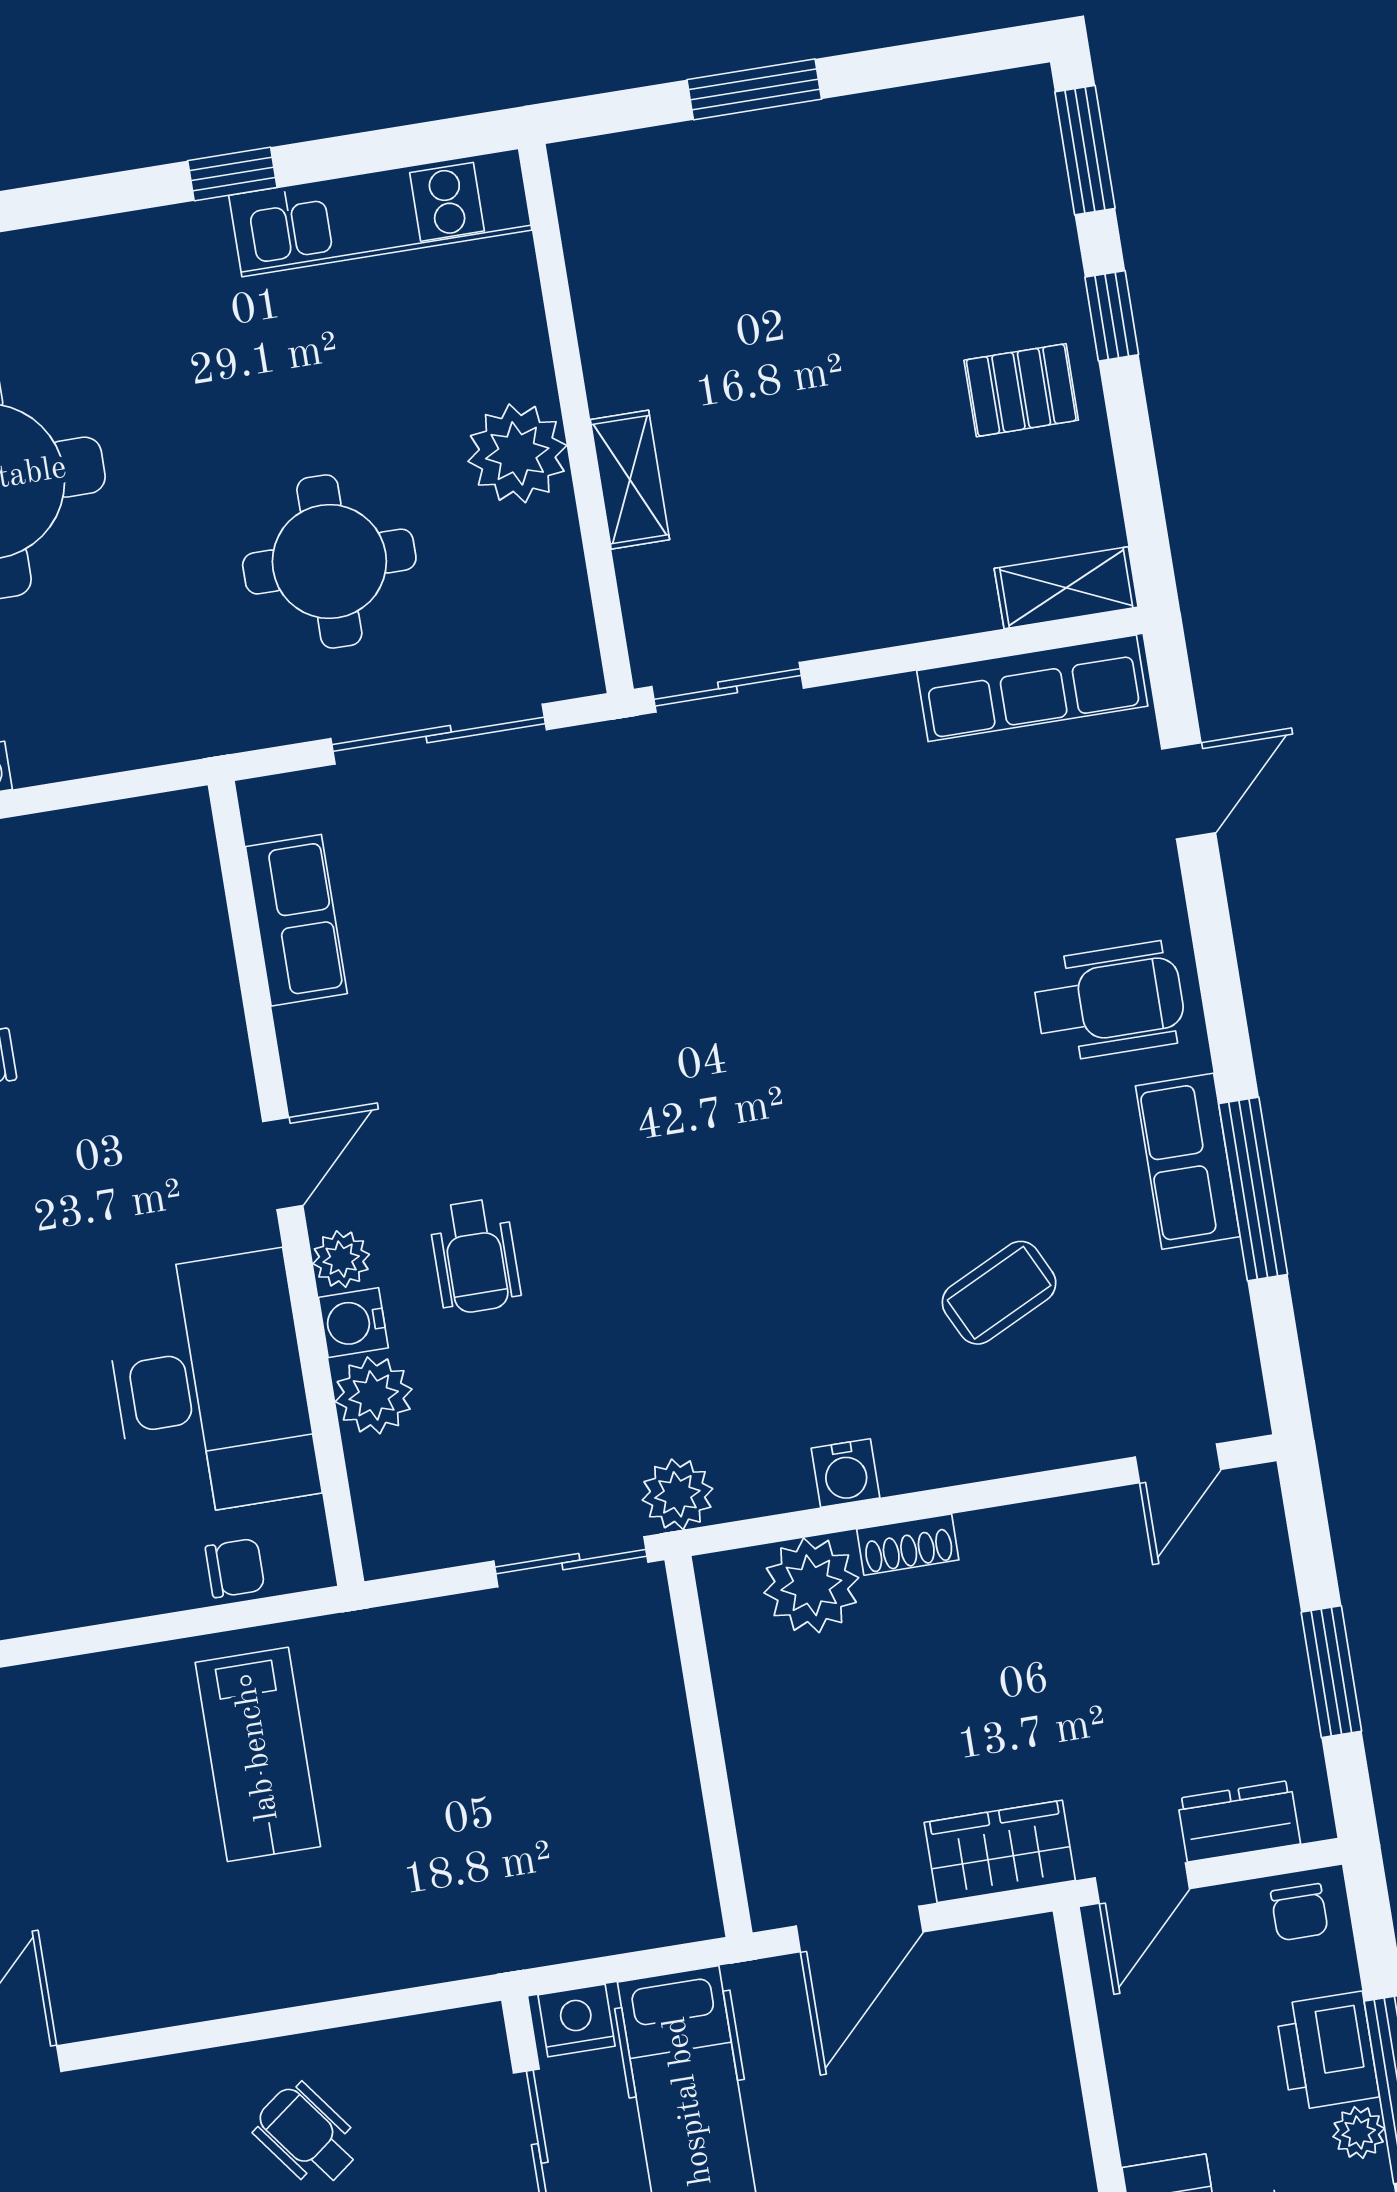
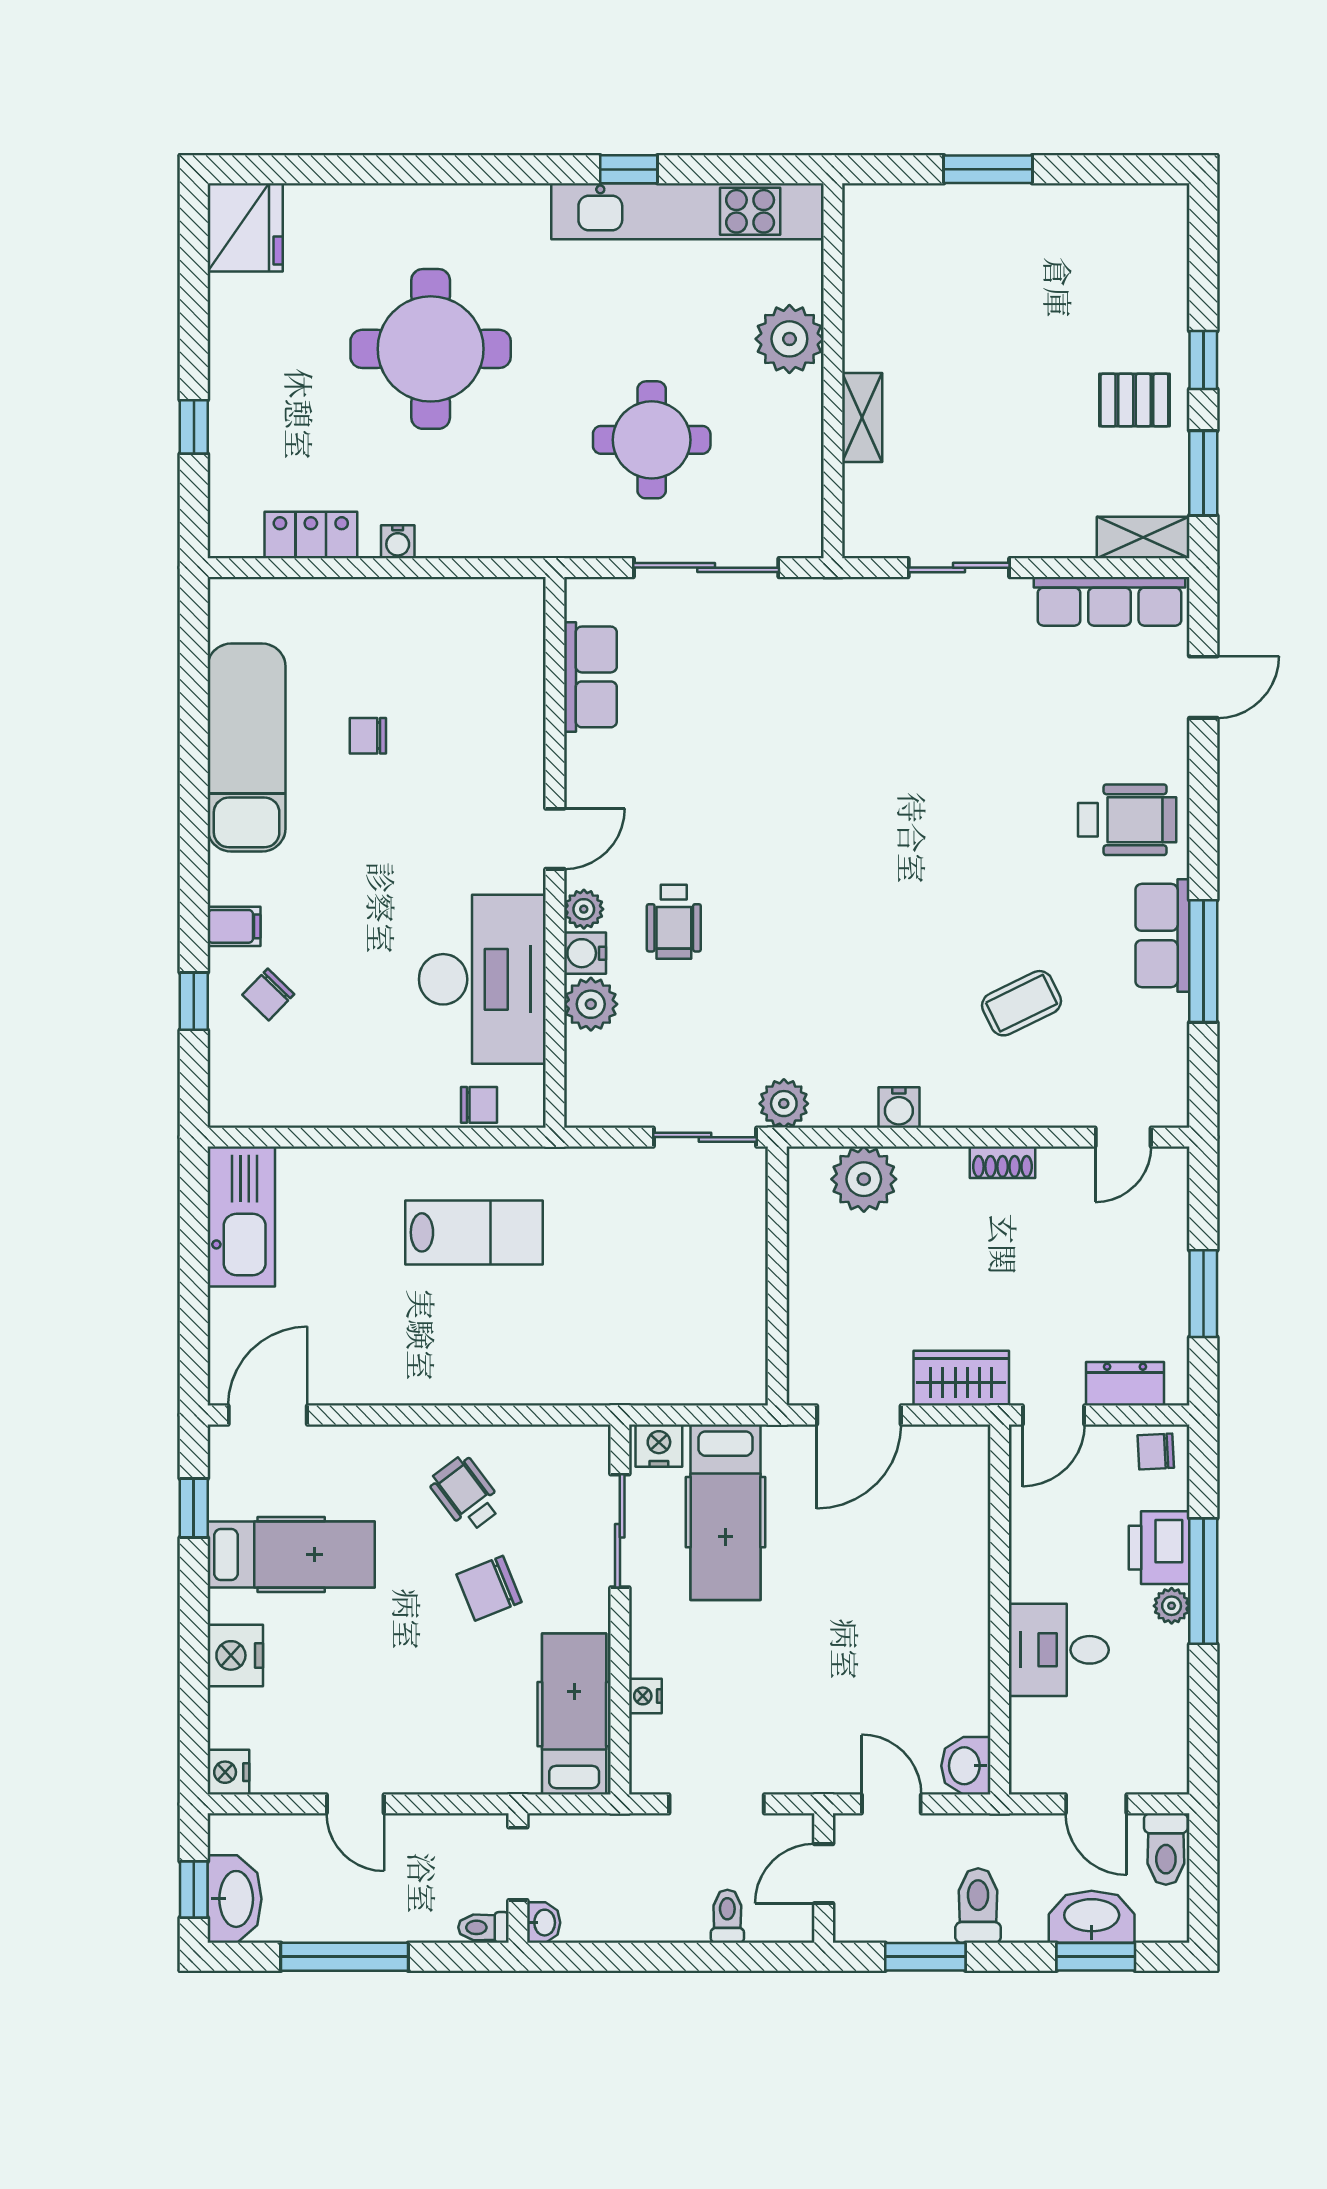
window: (1085, 150) -> (1203, 473), moved
kitchen unit: (380, 213) -> (687, 211), width x1.36
plant: (517, 453) -> (789, 339), moved
sliding door: (728, 687) -> (959, 568), moved
shoe rack: (908, 1545) -> (1003, 1162), moved
lab bench: (258, 1754) -> (474, 1232), turned -90
chair: (1299, 1912) -> (1156, 1452), turned 87

